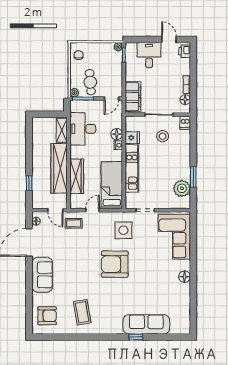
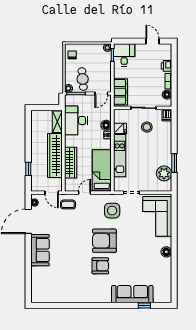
printer: (185, 51) -> (166, 66), moved
desk: (149, 55) -> (124, 55), moved
coffee table: (82, 312) -> (75, 283), removed
armchair: (47, 316) -> (100, 266), moved
window: (136, 337) -> (144, 306), moved

